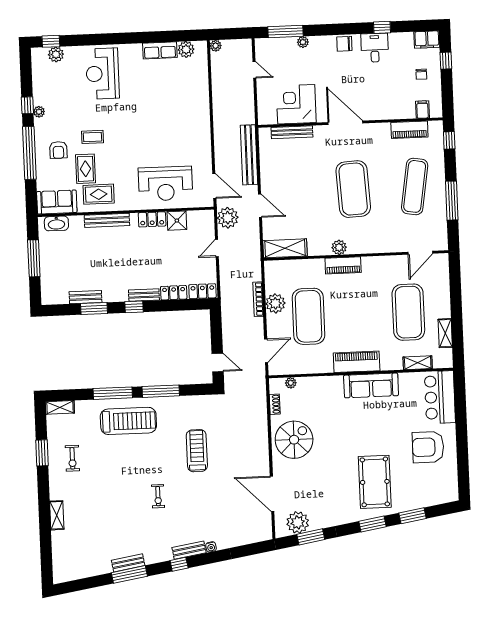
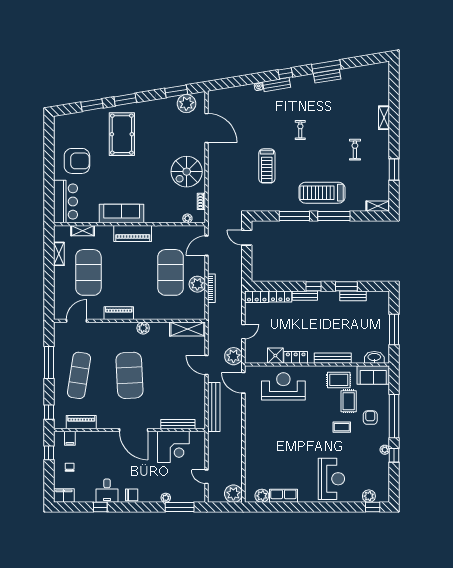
plant: (216, 46) -> (233, 494), width x1.88, depth x1.88
window: (446, 61) -> (49, 453), moved
piano: (343, 265) -> (119, 313), moved
exercise bike: (72, 458) -> (355, 150), moved

